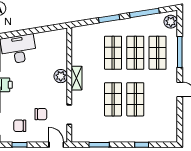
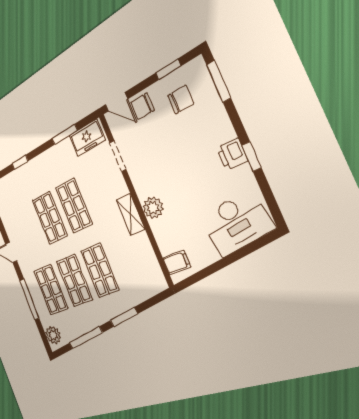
filing cabinet: (60, 40) -> (177, 263), added
chair: (41, 114) -> (143, 106), moved
freezer: (84, 135) -> (87, 138), added

